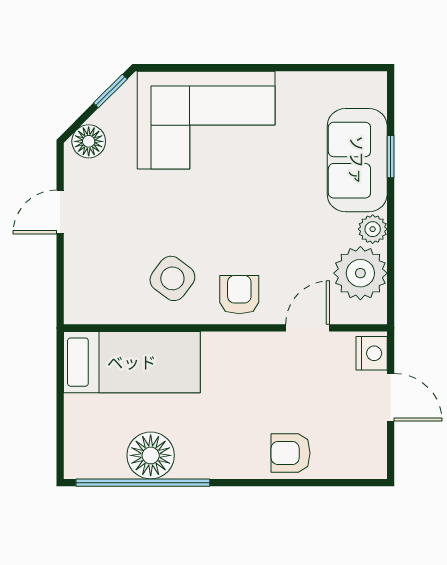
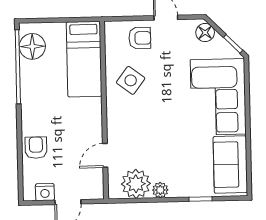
sofa: (357, 160) -> (230, 165), moved, turned -90
armchair: (239, 295) -> (140, 38), moved
door: (308, 328) -> (105, 155), swing flipped
nightstand: (372, 353) -> (45, 192), moved
floor lamp: (151, 455) -> (32, 46), moved

